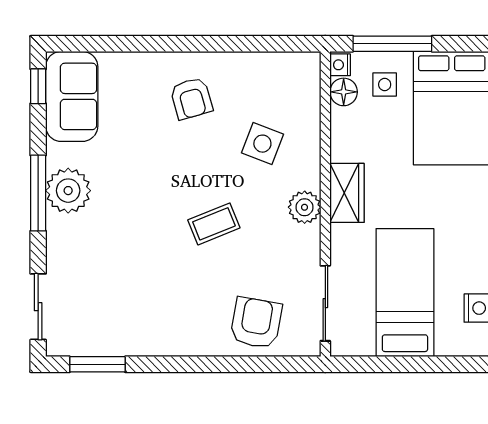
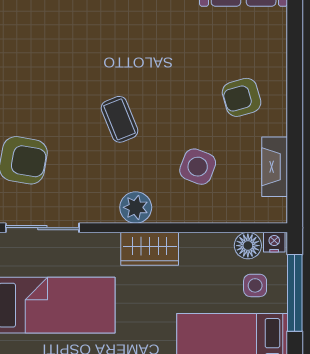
fireplace: (263, 64) -> (275, 167), added

